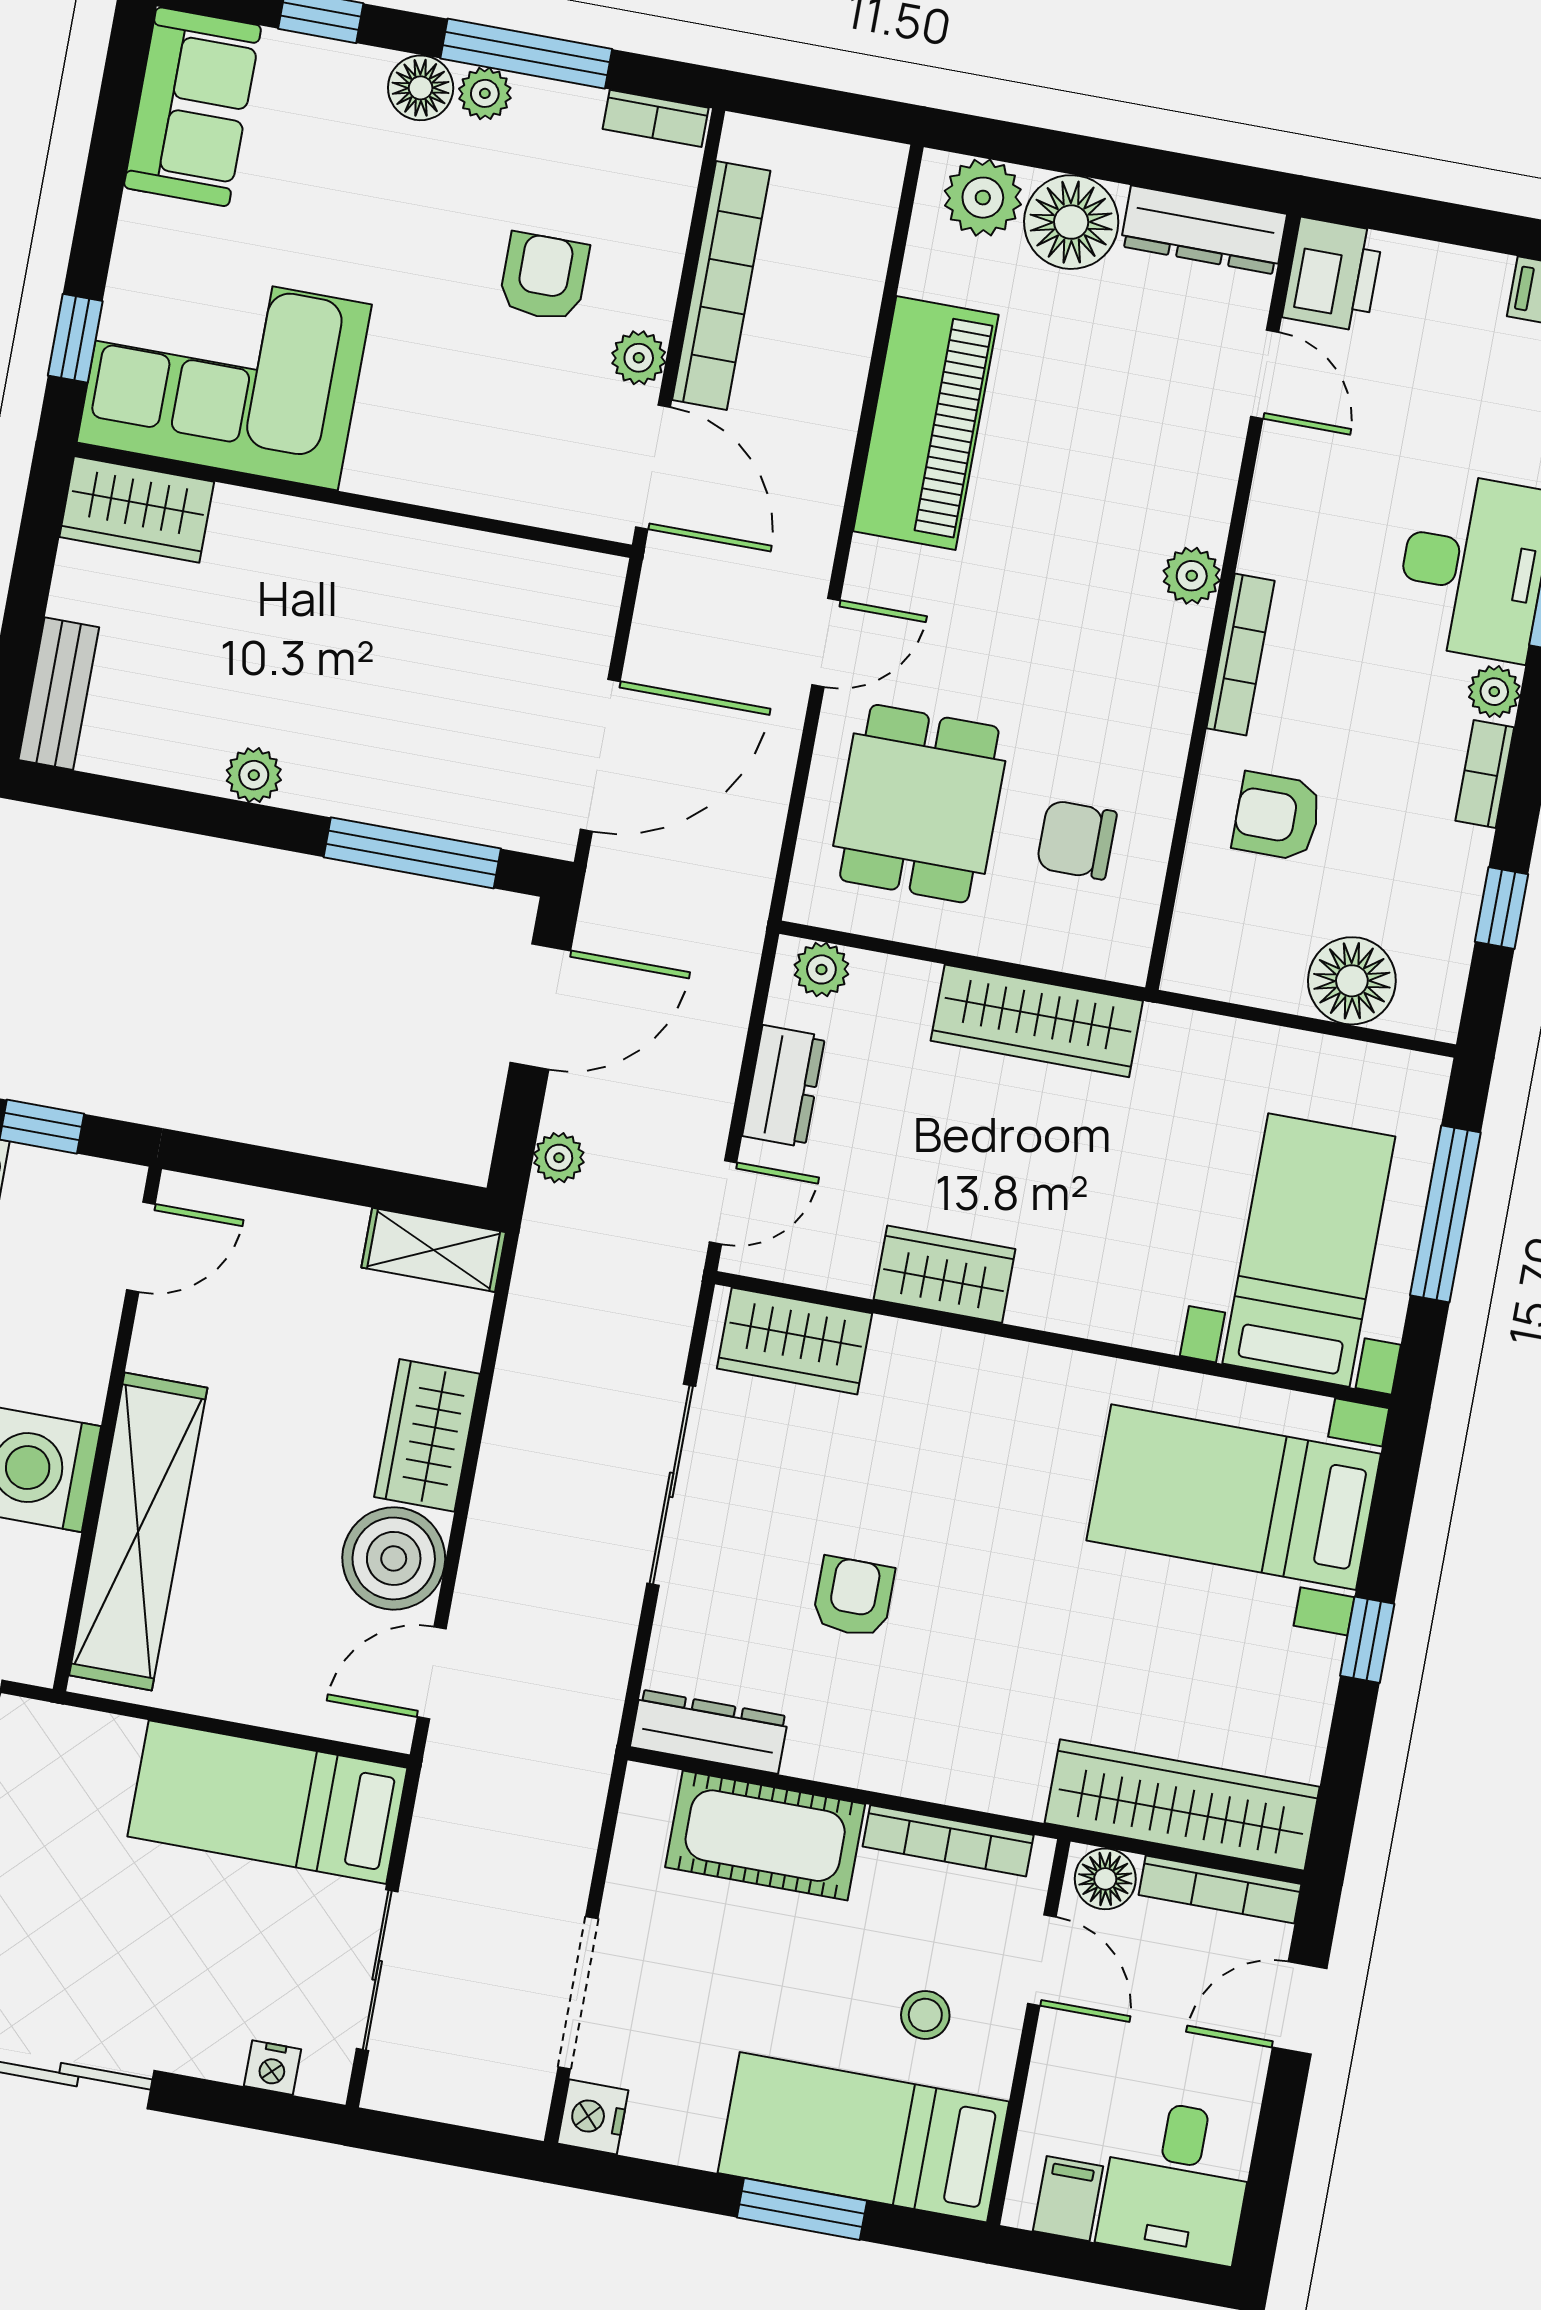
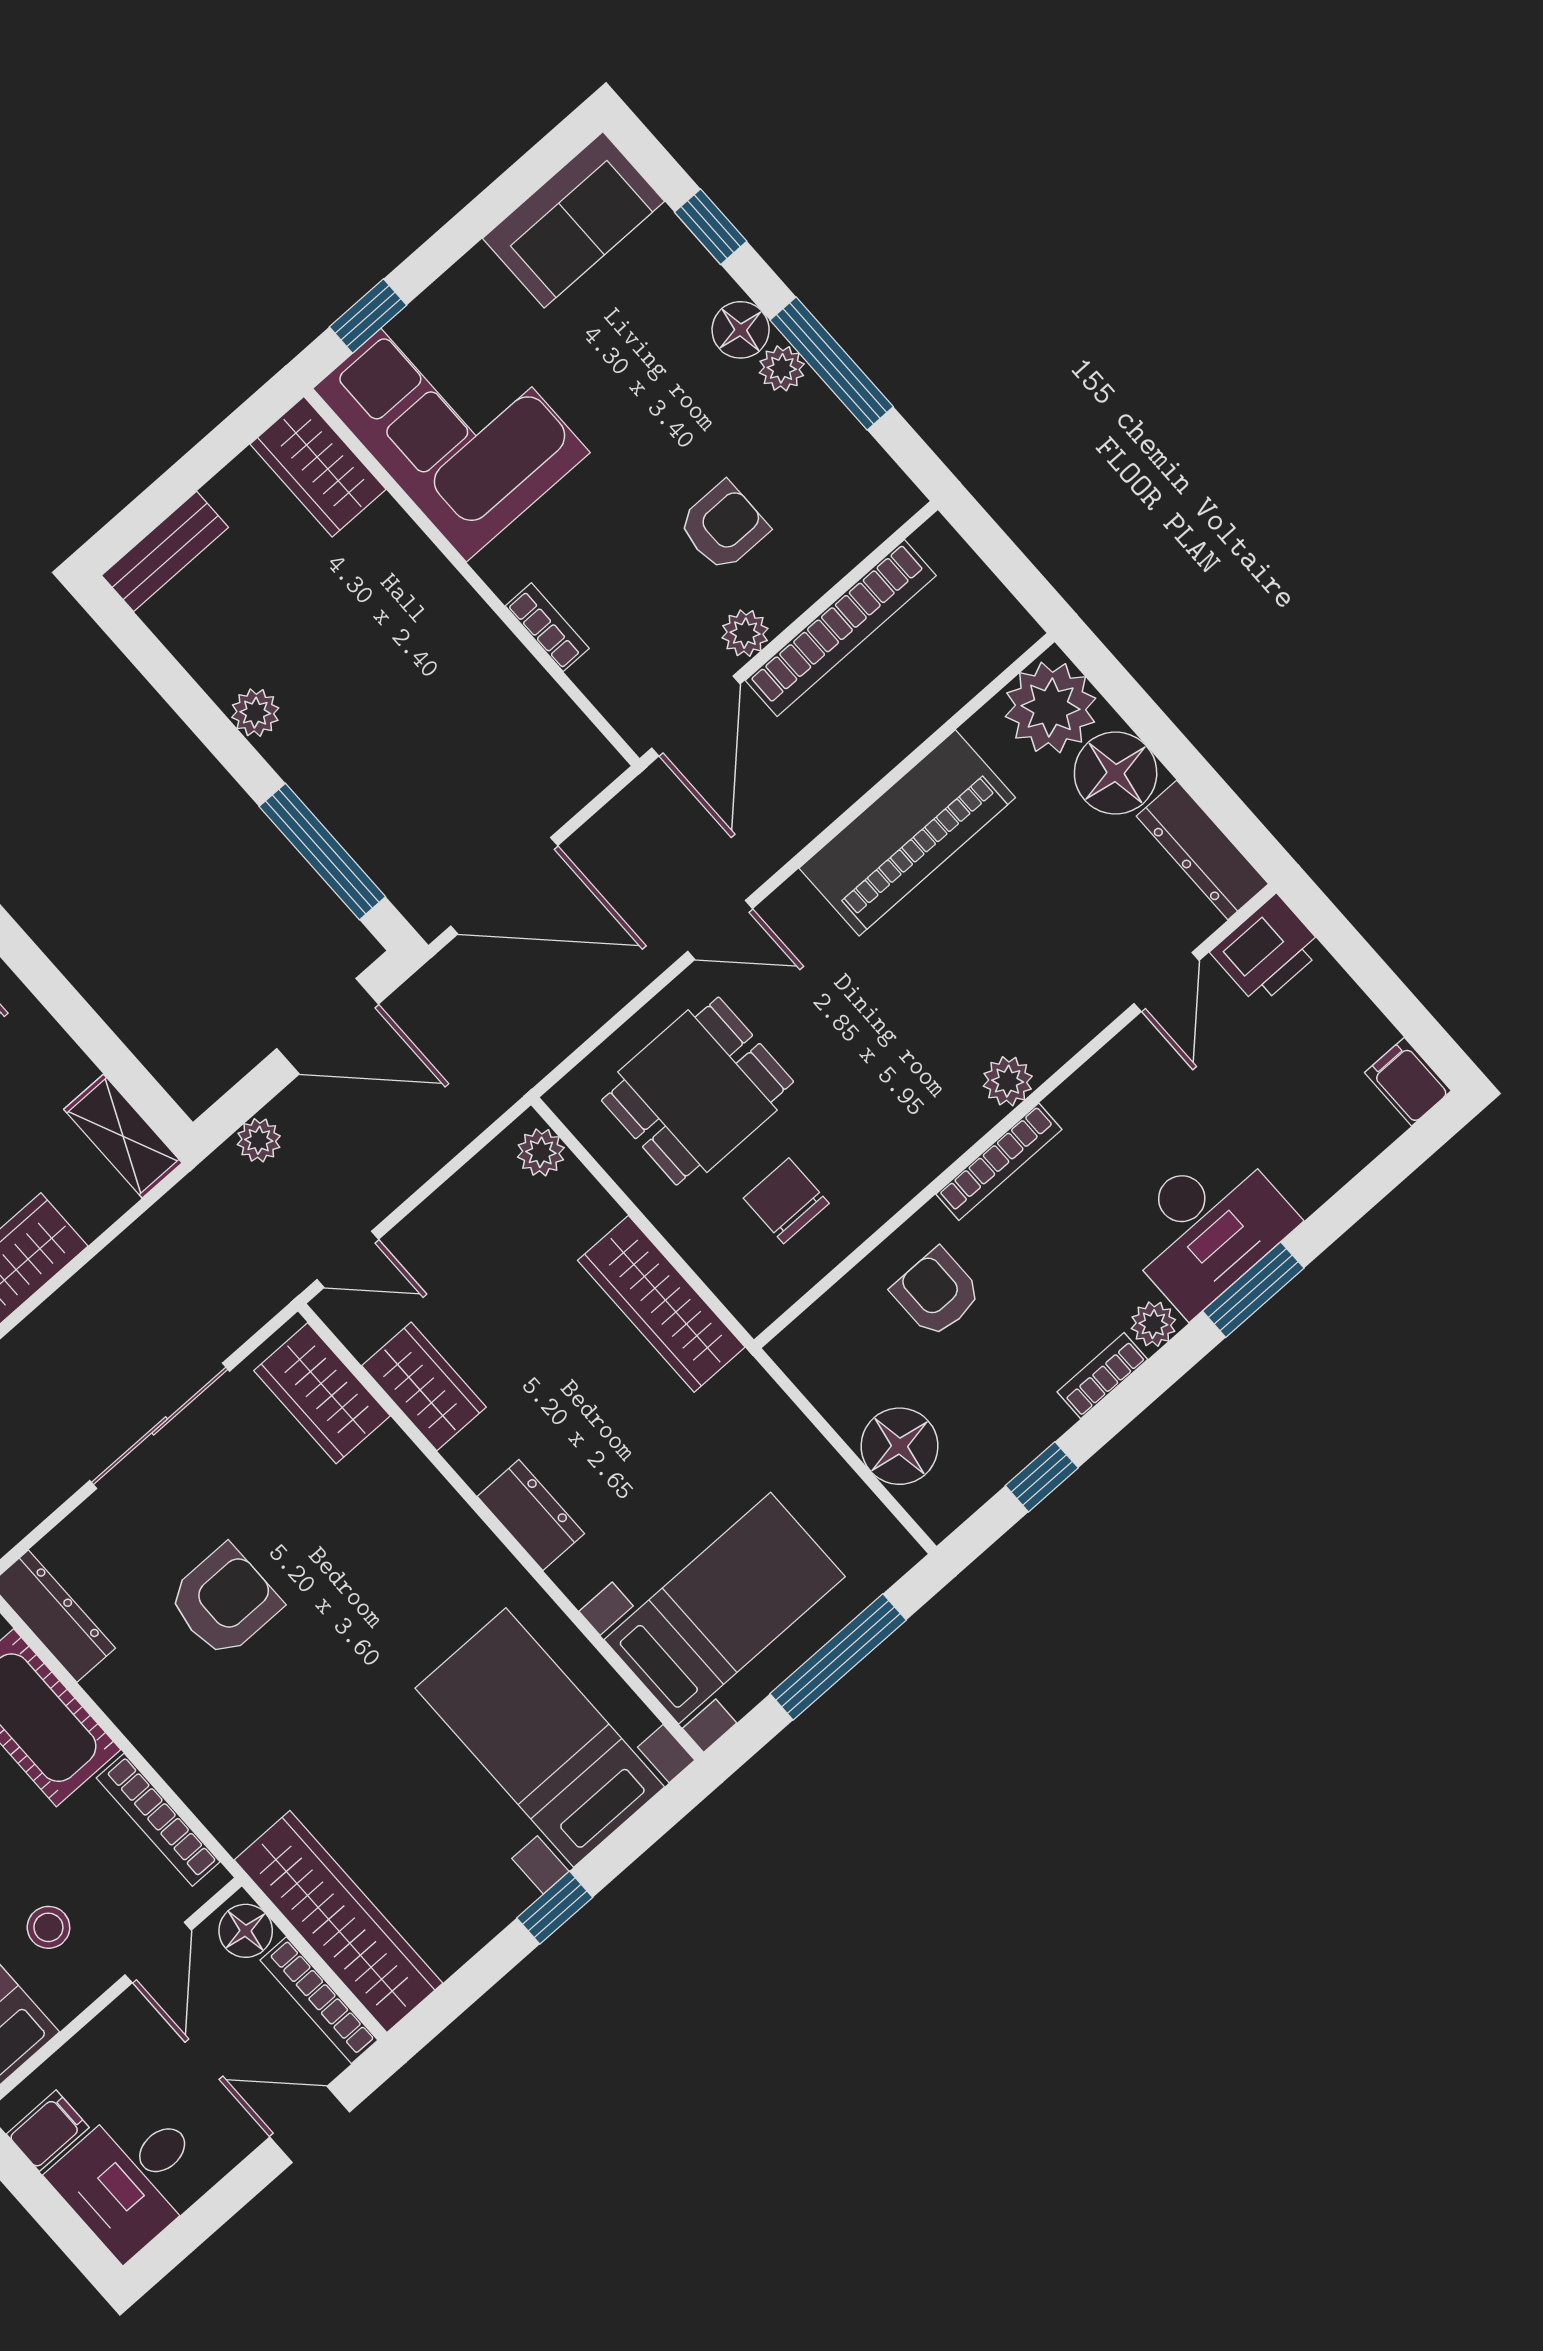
bookcase: (656, 118) -> (547, 627), moved, turned 180
plant: (983, 198) -> (1051, 707), width x1.36, depth x1.36
dresser: (784, 1086) -> (531, 1515), moved, turned -90
wardrobe: (945, 1274) -> (424, 1386), moved
armchair: (853, 1597) -> (224, 1601), width x1.38, depth x1.38

